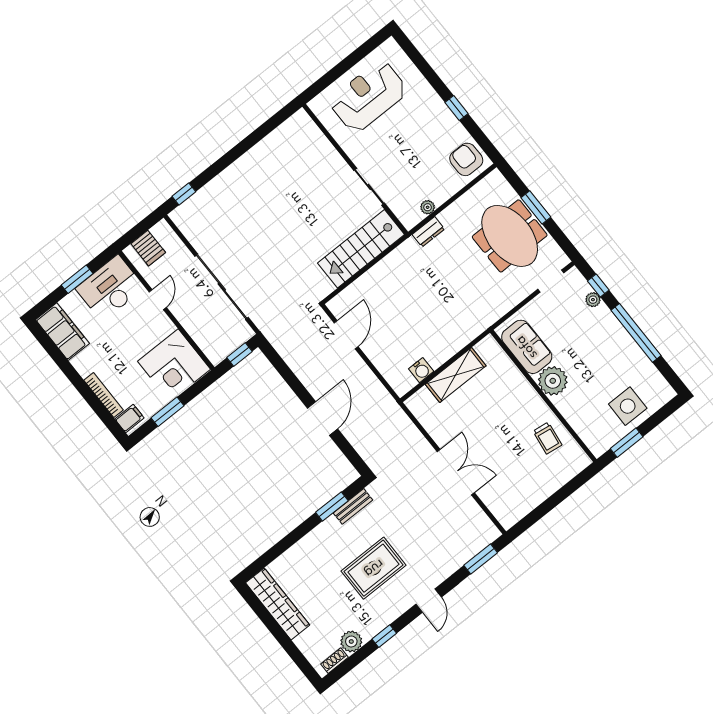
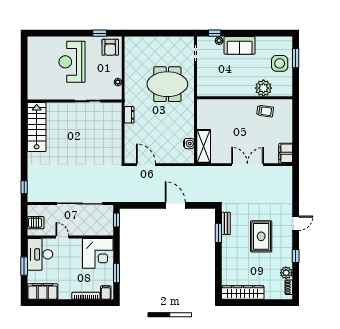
reception desk: (368, 96) -> (72, 62), moved
window: (457, 108) -> (100, 33), moved
armchair: (466, 159) -> (110, 47), turned -90
window: (536, 207) -> (157, 33), removed
dresser: (428, 232) -> (129, 115), moved
meeting table: (510, 236) -> (167, 84), moved
stairs: (361, 249) -> (37, 127), moved, turned 180
window: (636, 333) -> (250, 33), removed
sofa: (527, 347) -> (240, 45), moved, turned 180
shelving: (456, 375) -> (204, 146), moved
plant: (553, 381) -> (263, 88), moved
window: (627, 443) -> (296, 58), moved
filing cabinet: (513, 512) -> (286, 153), added
window: (481, 559) -> (296, 185), removed
door: (429, 601) -> (296, 223), hinge flipped

